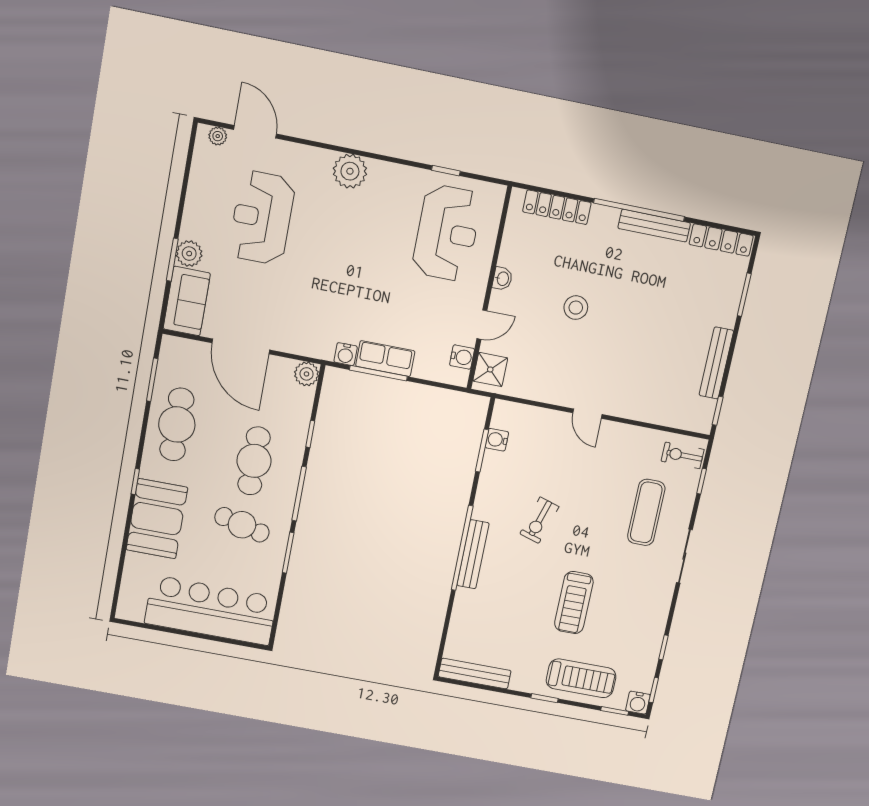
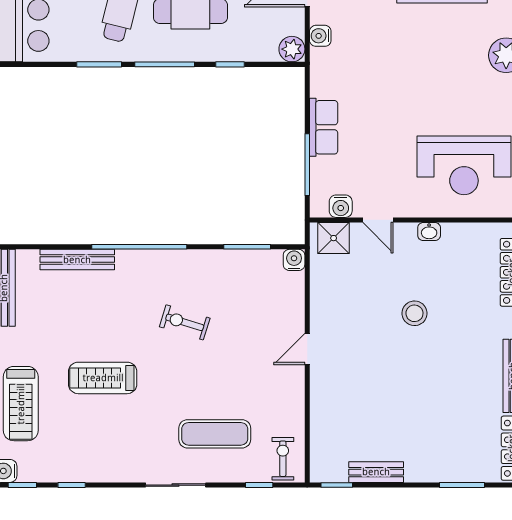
water cooler: (346, 354) -> (320, 36), moved
bench: (716, 363) -> (376, 472), width x0.73
window: (378, 373) -> (307, 165), moved
water cooler: (497, 440) -> (294, 260), moved
bench: (473, 554) -> (77, 260), moved

